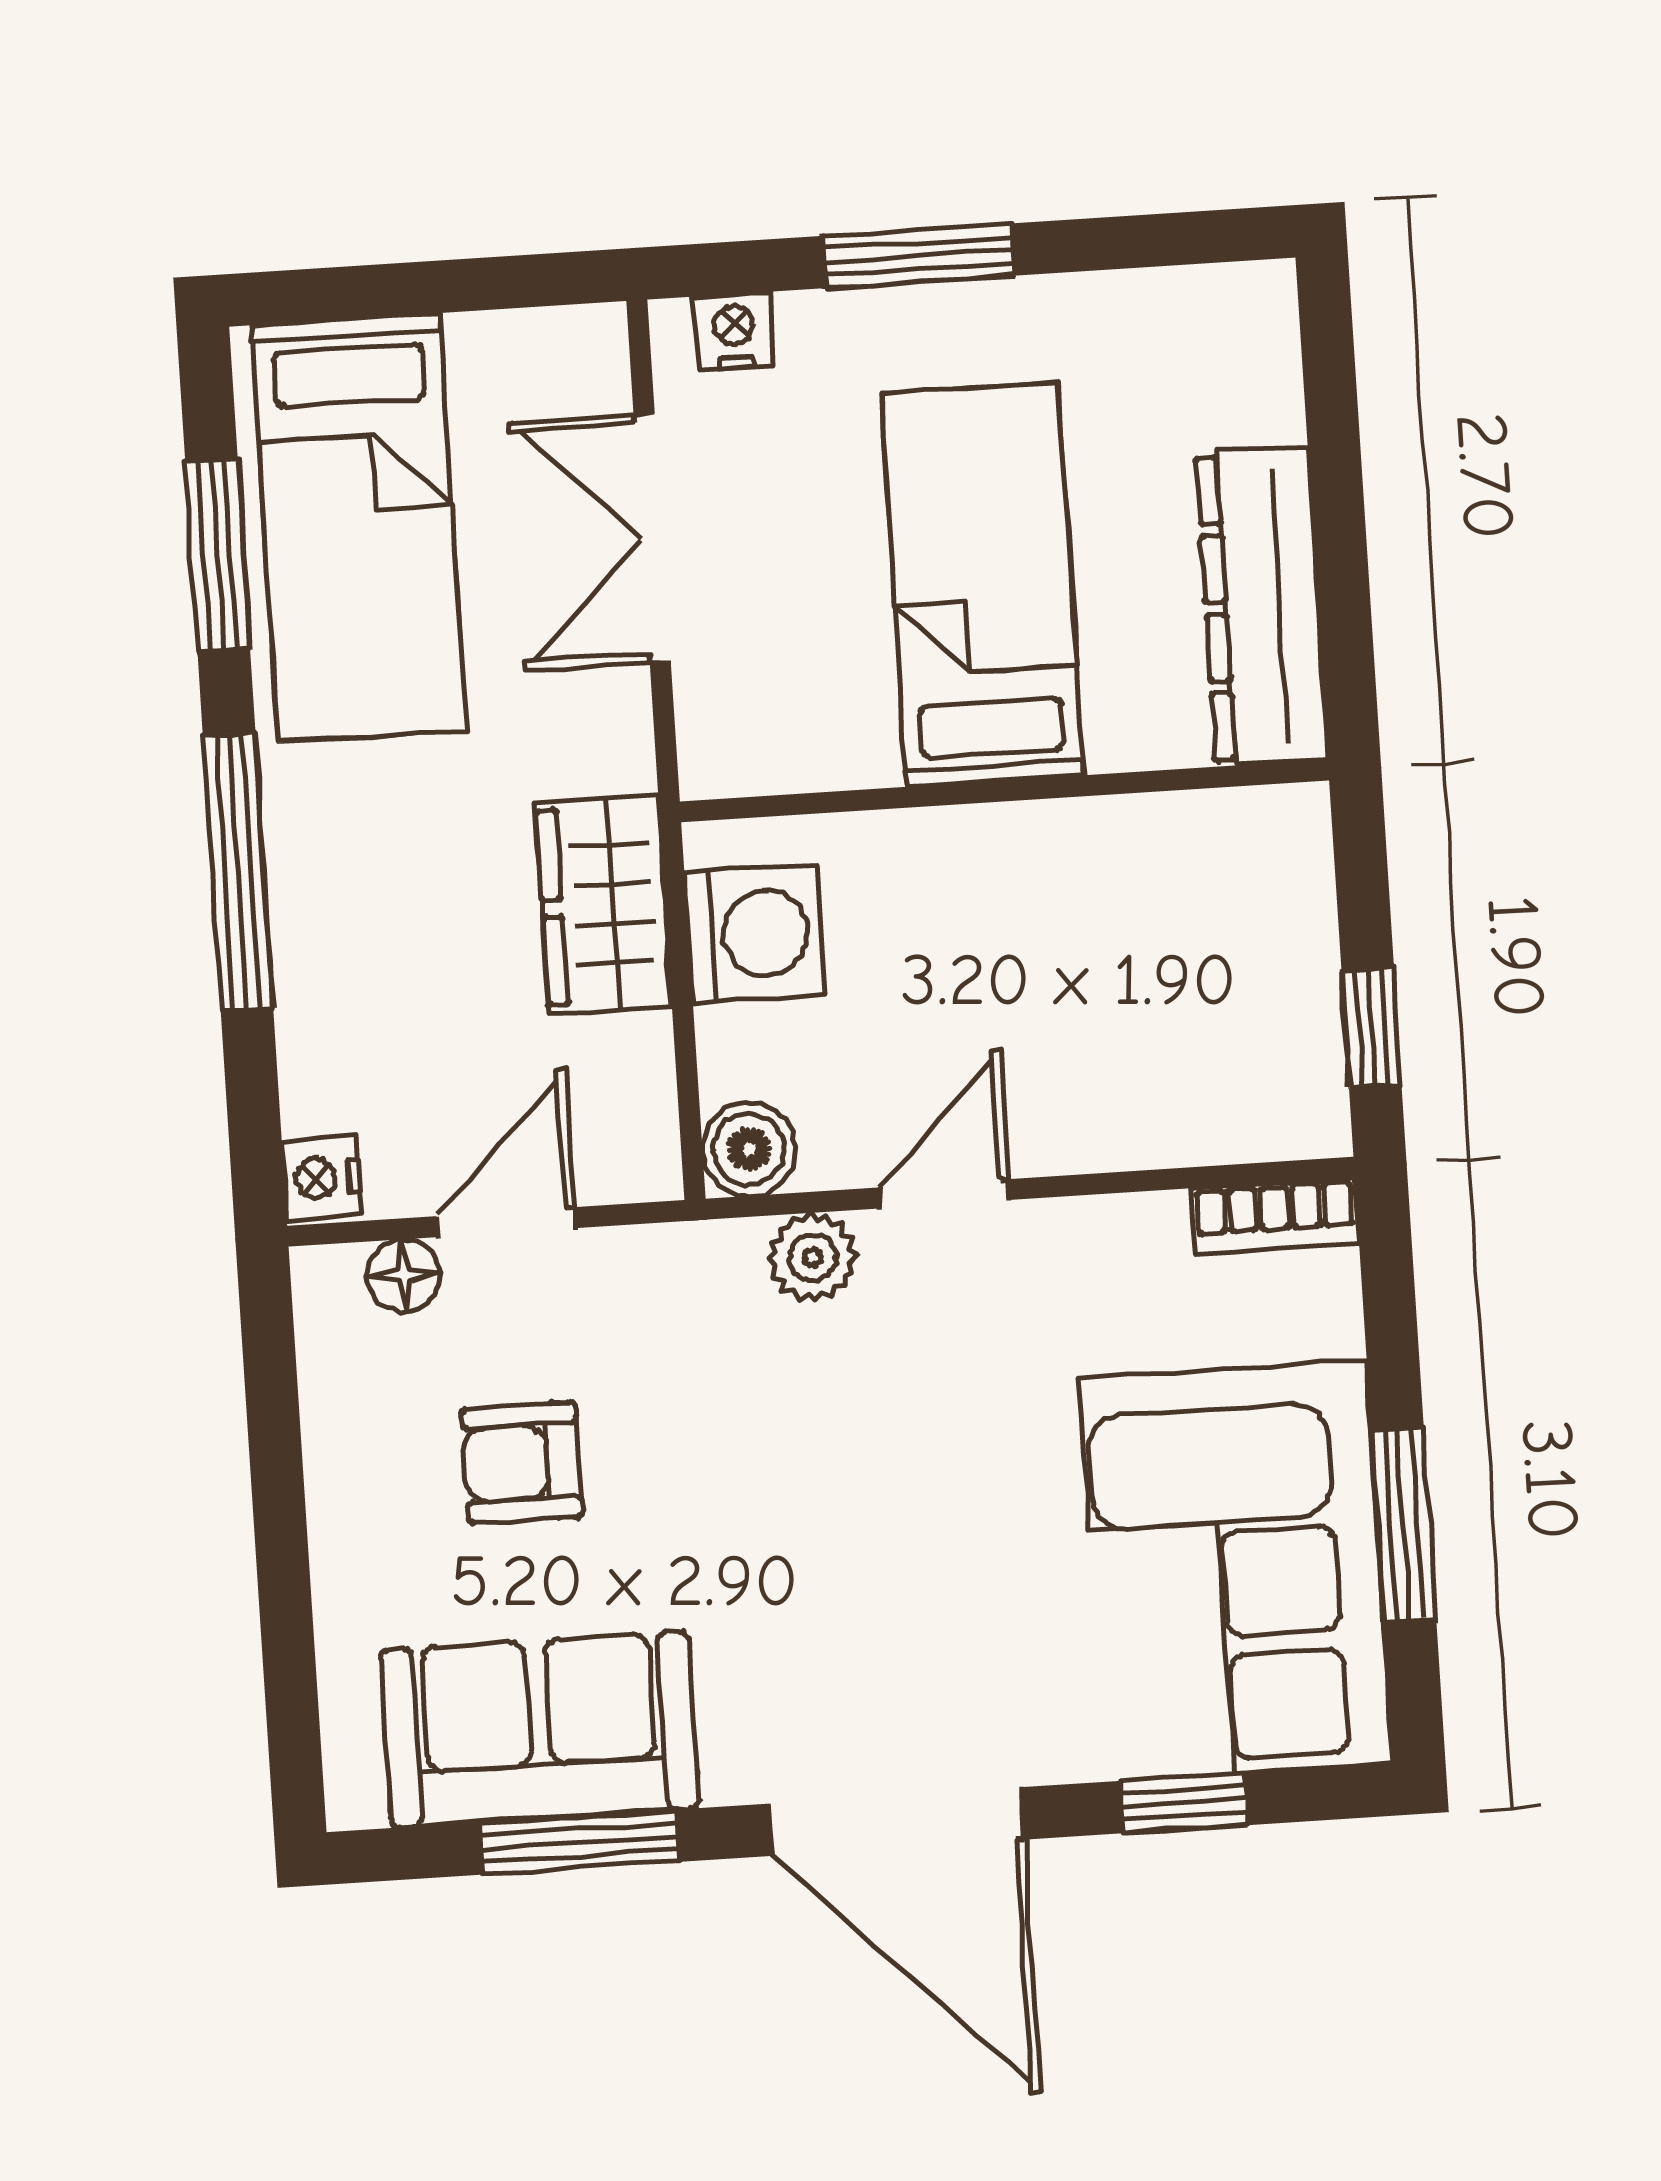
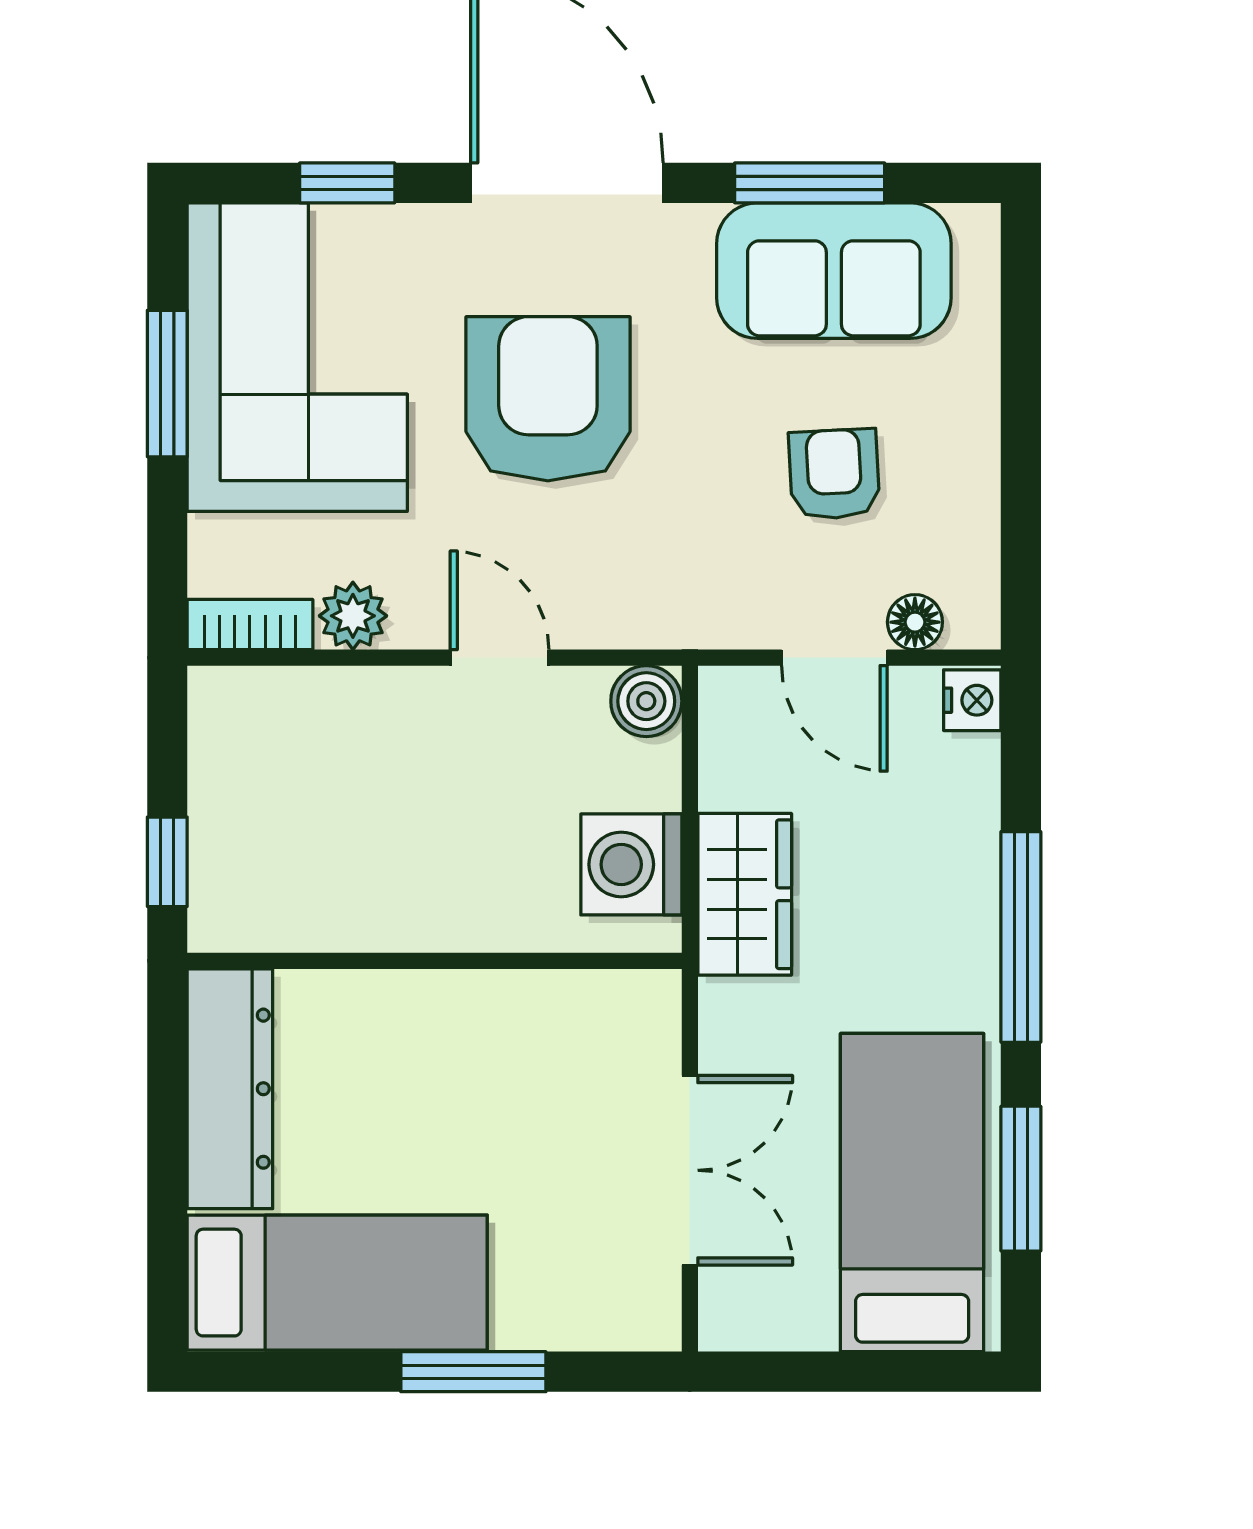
nightstand: (734, 331) -> (617, 1324), removed
bed: (982, 584) -> (337, 1283), moved, turned -90
window: (1372, 1028) -> (167, 862), moved
door: (945, 1194) -> (499, 658), swing flipped
door: (506, 1222) -> (834, 658), hinge flipped
plant: (812, 1257) -> (353, 616), moved
armchair: (522, 1462) -> (834, 474), turned -93
armchair: (903, 1537) -> (548, 399), added

